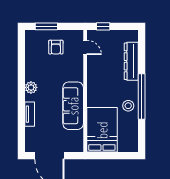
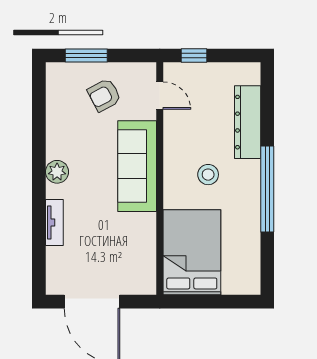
armchair: (56, 47) -> (104, 95), turned 62
sofa: (73, 106) -> (137, 166), moved
stool: (128, 106) -> (208, 175), moved

